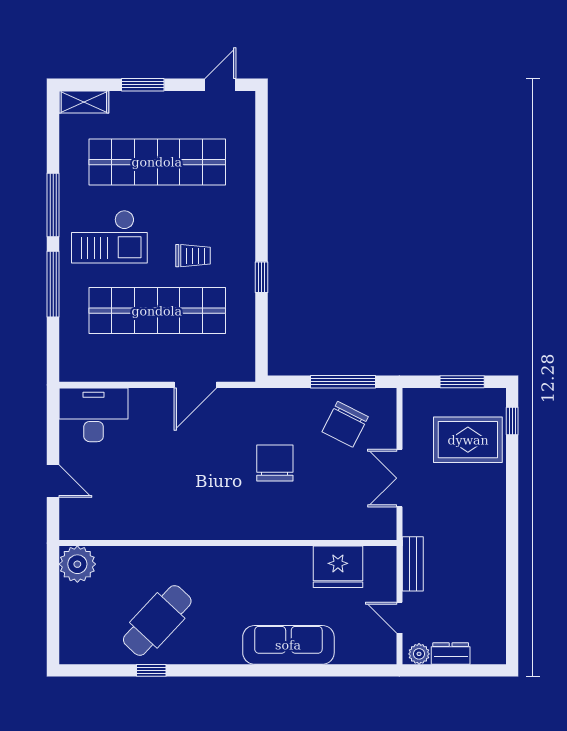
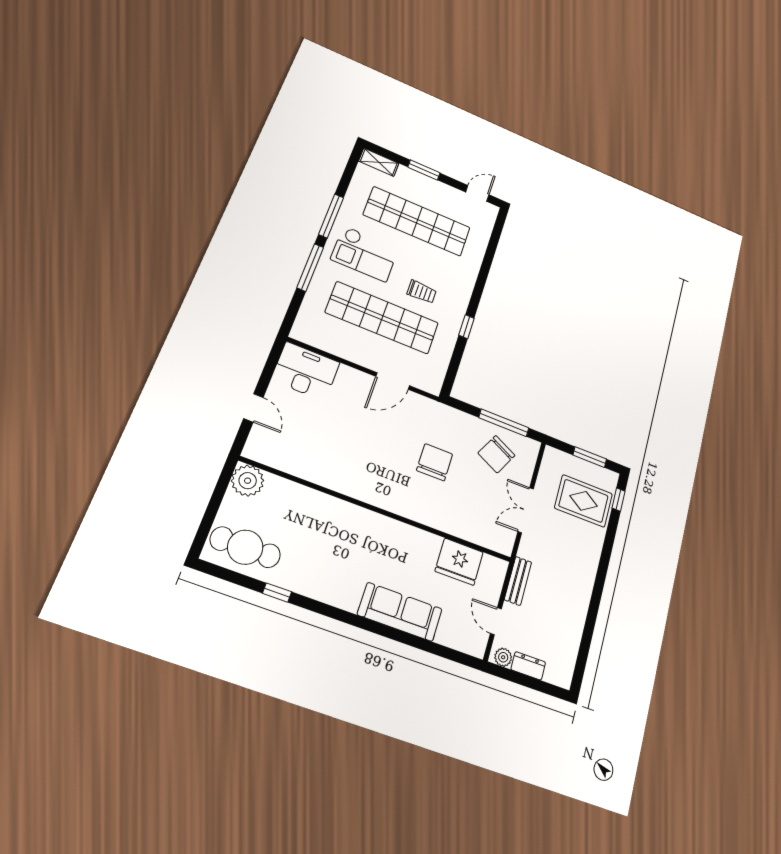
cafe table: (157, 620) -> (245, 547), moved, turned 47

